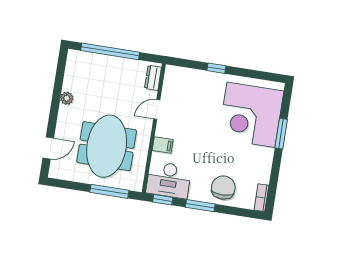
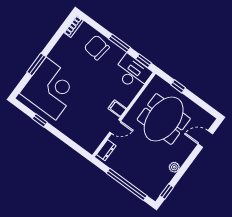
window: (61, 67) -> (167, 191), added
window: (216, 68) -> (40, 120), moved
filing cabinet: (163, 145) -> (117, 108), moved
chair: (223, 188) -> (97, 47), turned 98
window: (109, 191) -> (178, 86), width x0.46

